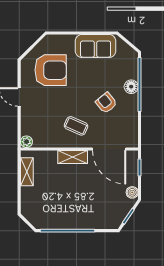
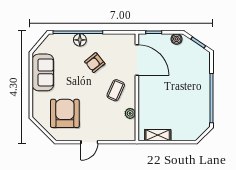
plant: (26, 142) -> (130, 113), moved
door: (109, 149) -> (137, 60), hinge flipped
shelving: (73, 157) -> (144, 93), removed

